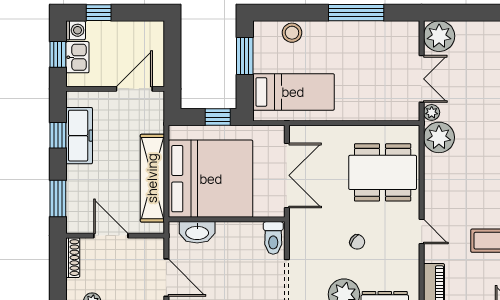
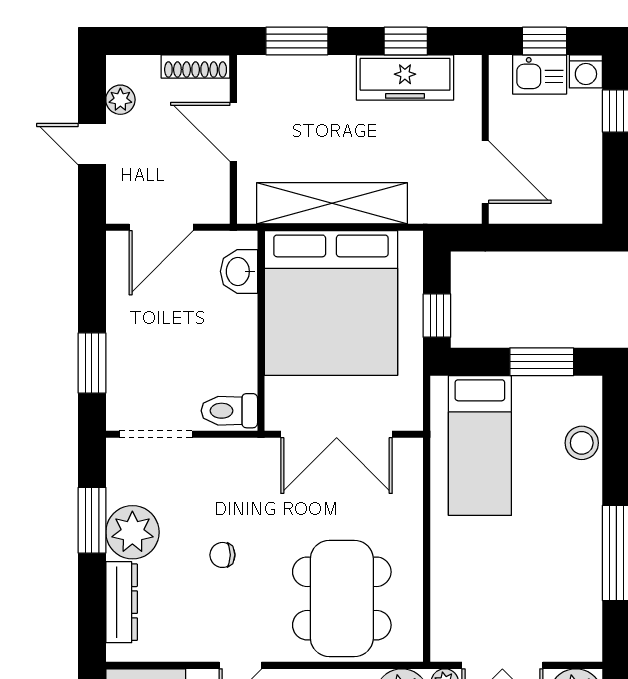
washbasin: (197, 232) -> (239, 271), width x0.72
door: (111, 236) -> (233, 132), swing flipped
chair: (357, 242) -> (222, 555), turned 54

